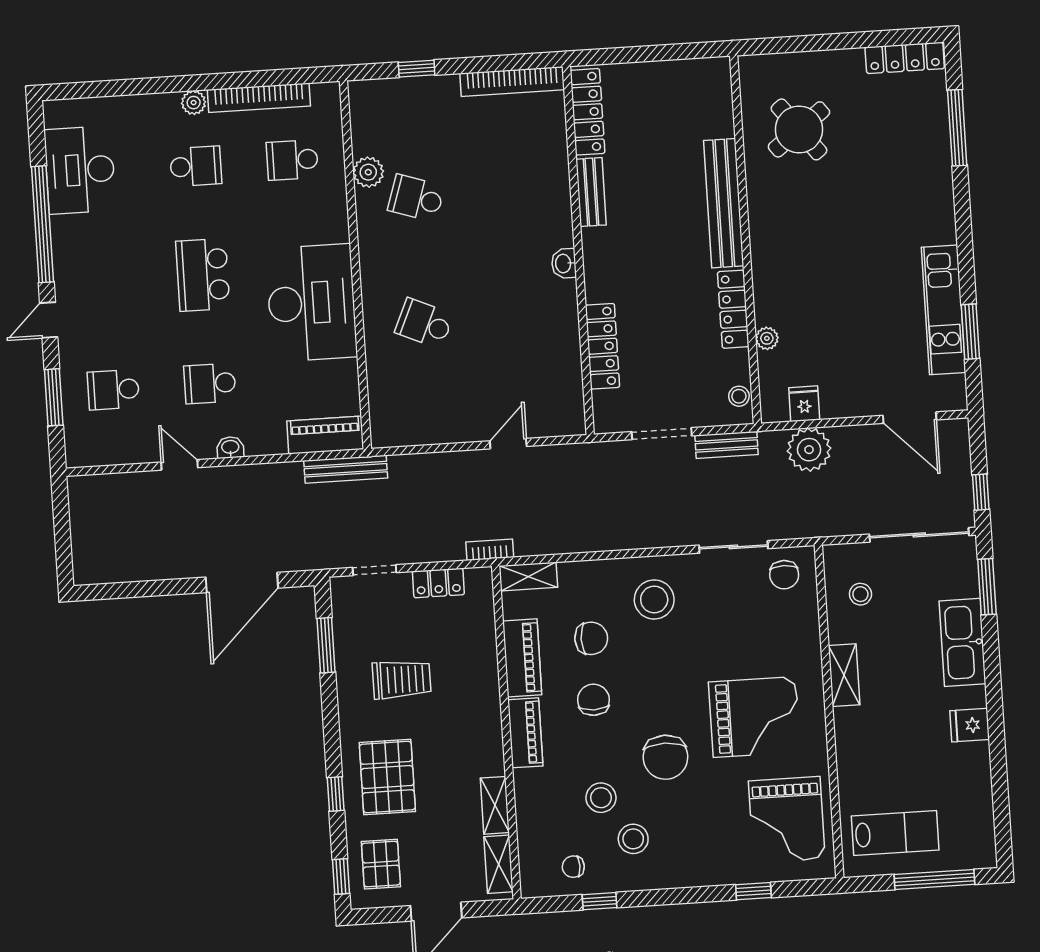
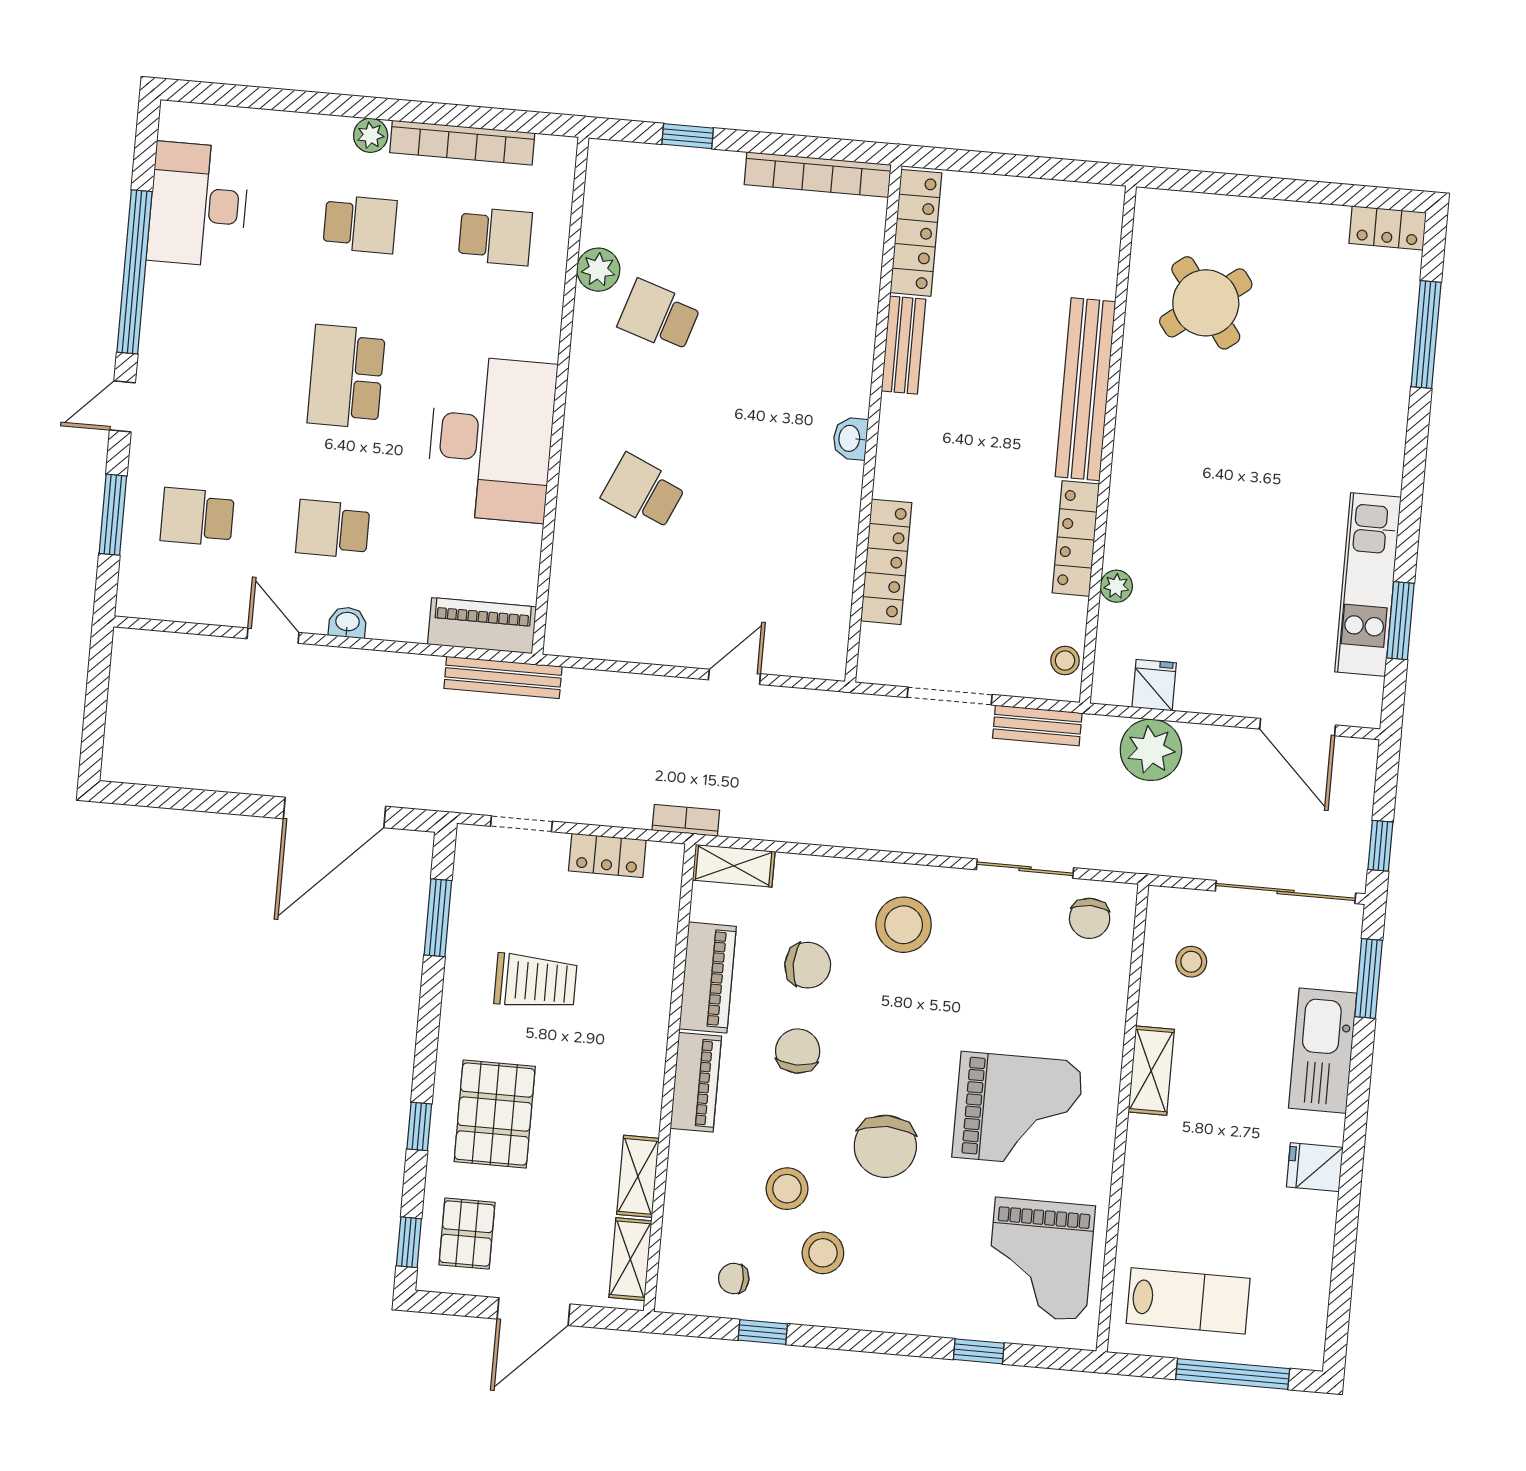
locker: (905, 58) -> (1388, 228), width x0.66
school desk: (292, 160) -> (495, 236), turned 180

